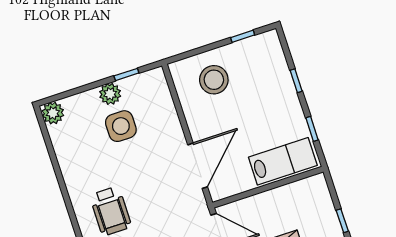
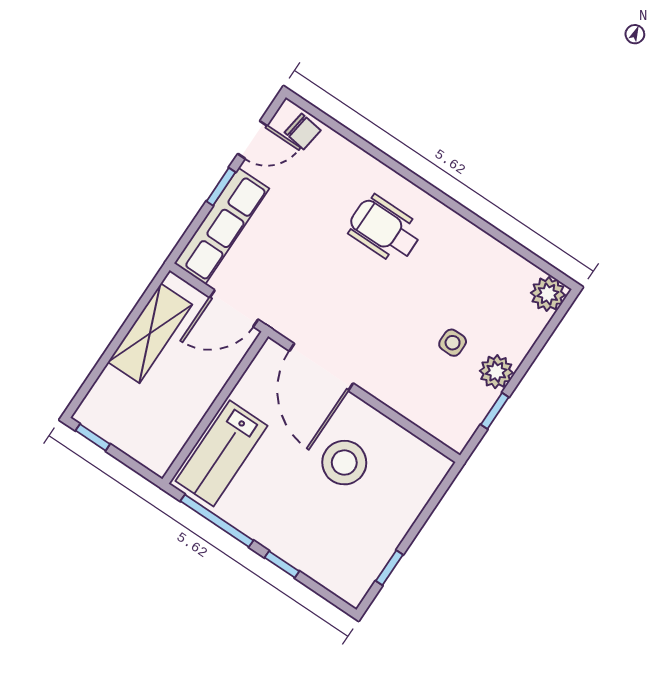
stool: (214, 80) -> (344, 463), moved
side table: (121, 126) -> (453, 343), width x0.54, depth x0.54
window: (312, 129) -> (217, 521), width x2.17

